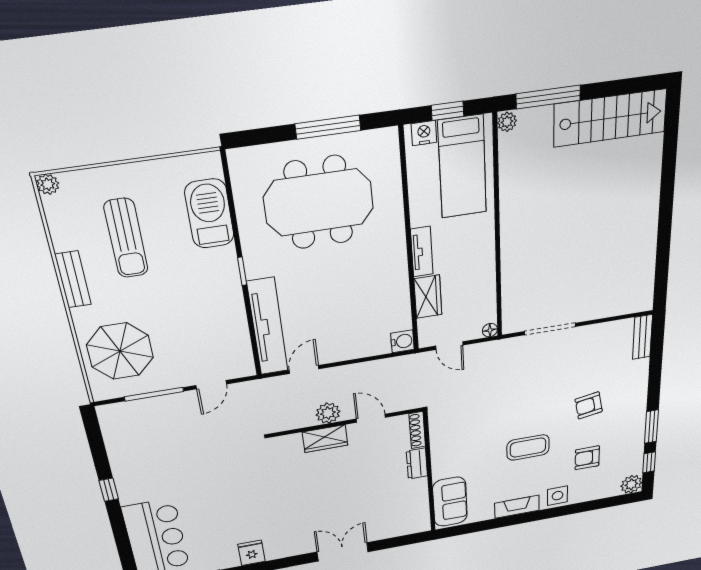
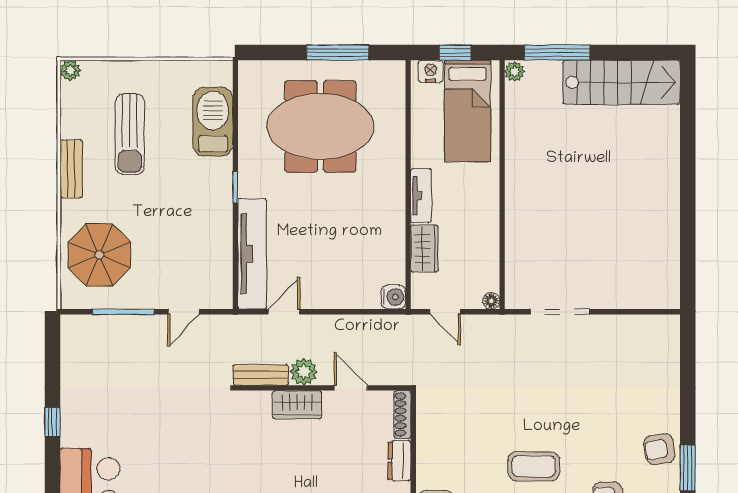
bench: (642, 337) -> (261, 375), moved, turned 90
armchair: (589, 405) -> (660, 449), moved

